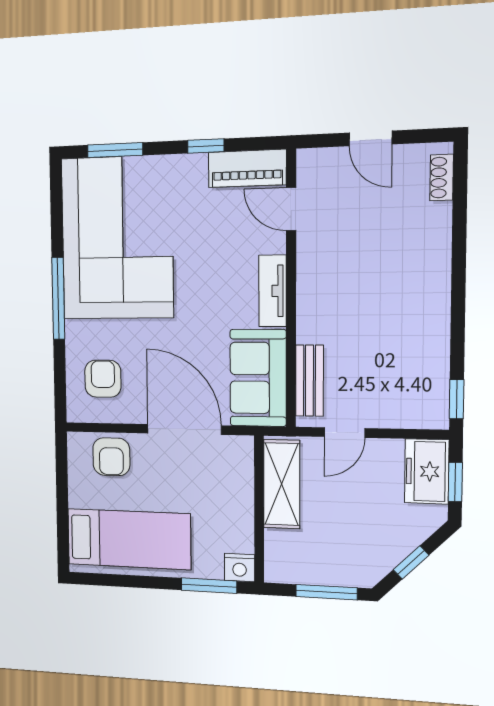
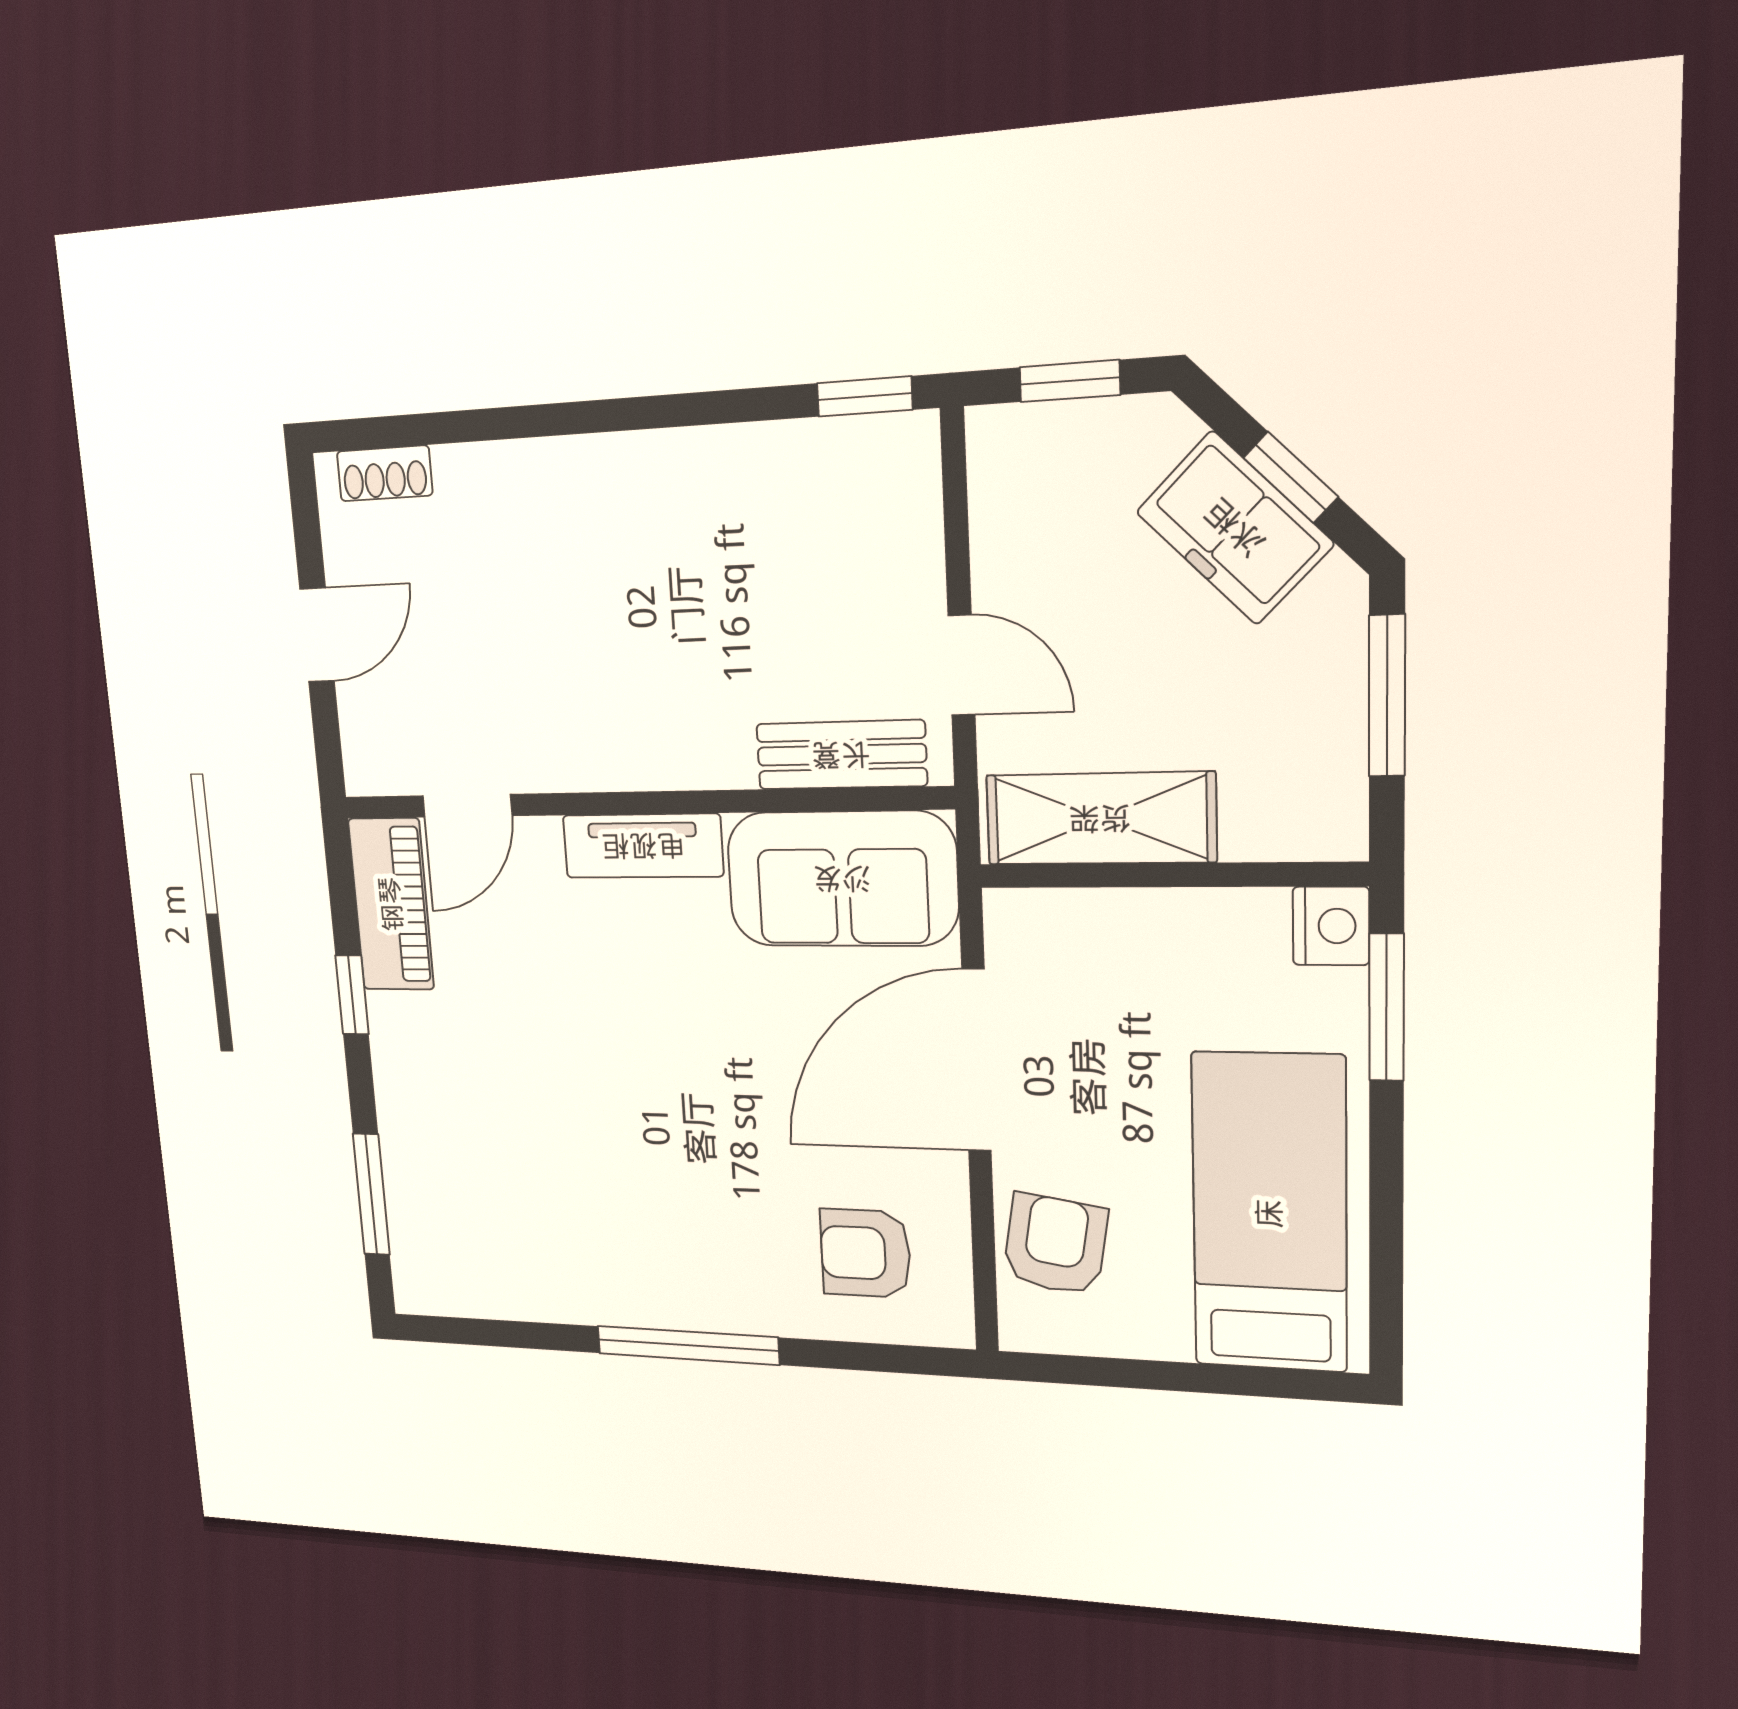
corner sofa: (117, 238) -> (550, 1200), removed
armchair: (111, 457) -> (1055, 1244), turned -81
freezer: (427, 471) -> (1235, 528), moved, turned 45

